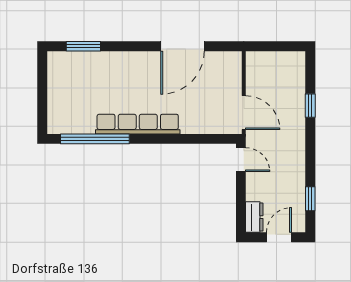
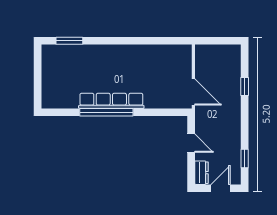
door: (183, 46) -> (146, 41), removed
window: (95, 139) -> (106, 112), moved
door: (241, 160) -> (191, 143), moved

